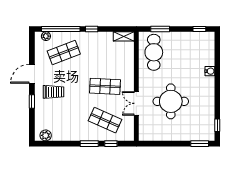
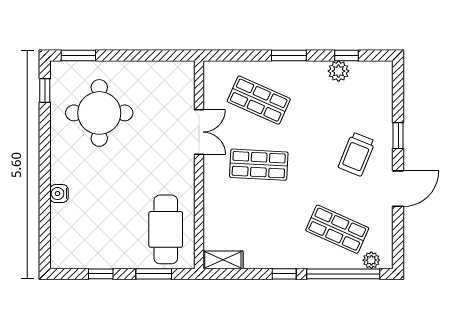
window: (199, 29) -> (101, 274), moved
shop shelf: (64, 52) -> (337, 229), turned 45
trolley: (54, 92) -> (357, 154), turned -68
round table: (171, 101) -> (99, 113), moved
plant: (46, 135) -> (339, 71), moved
window: (111, 144) -> (347, 55), moved

